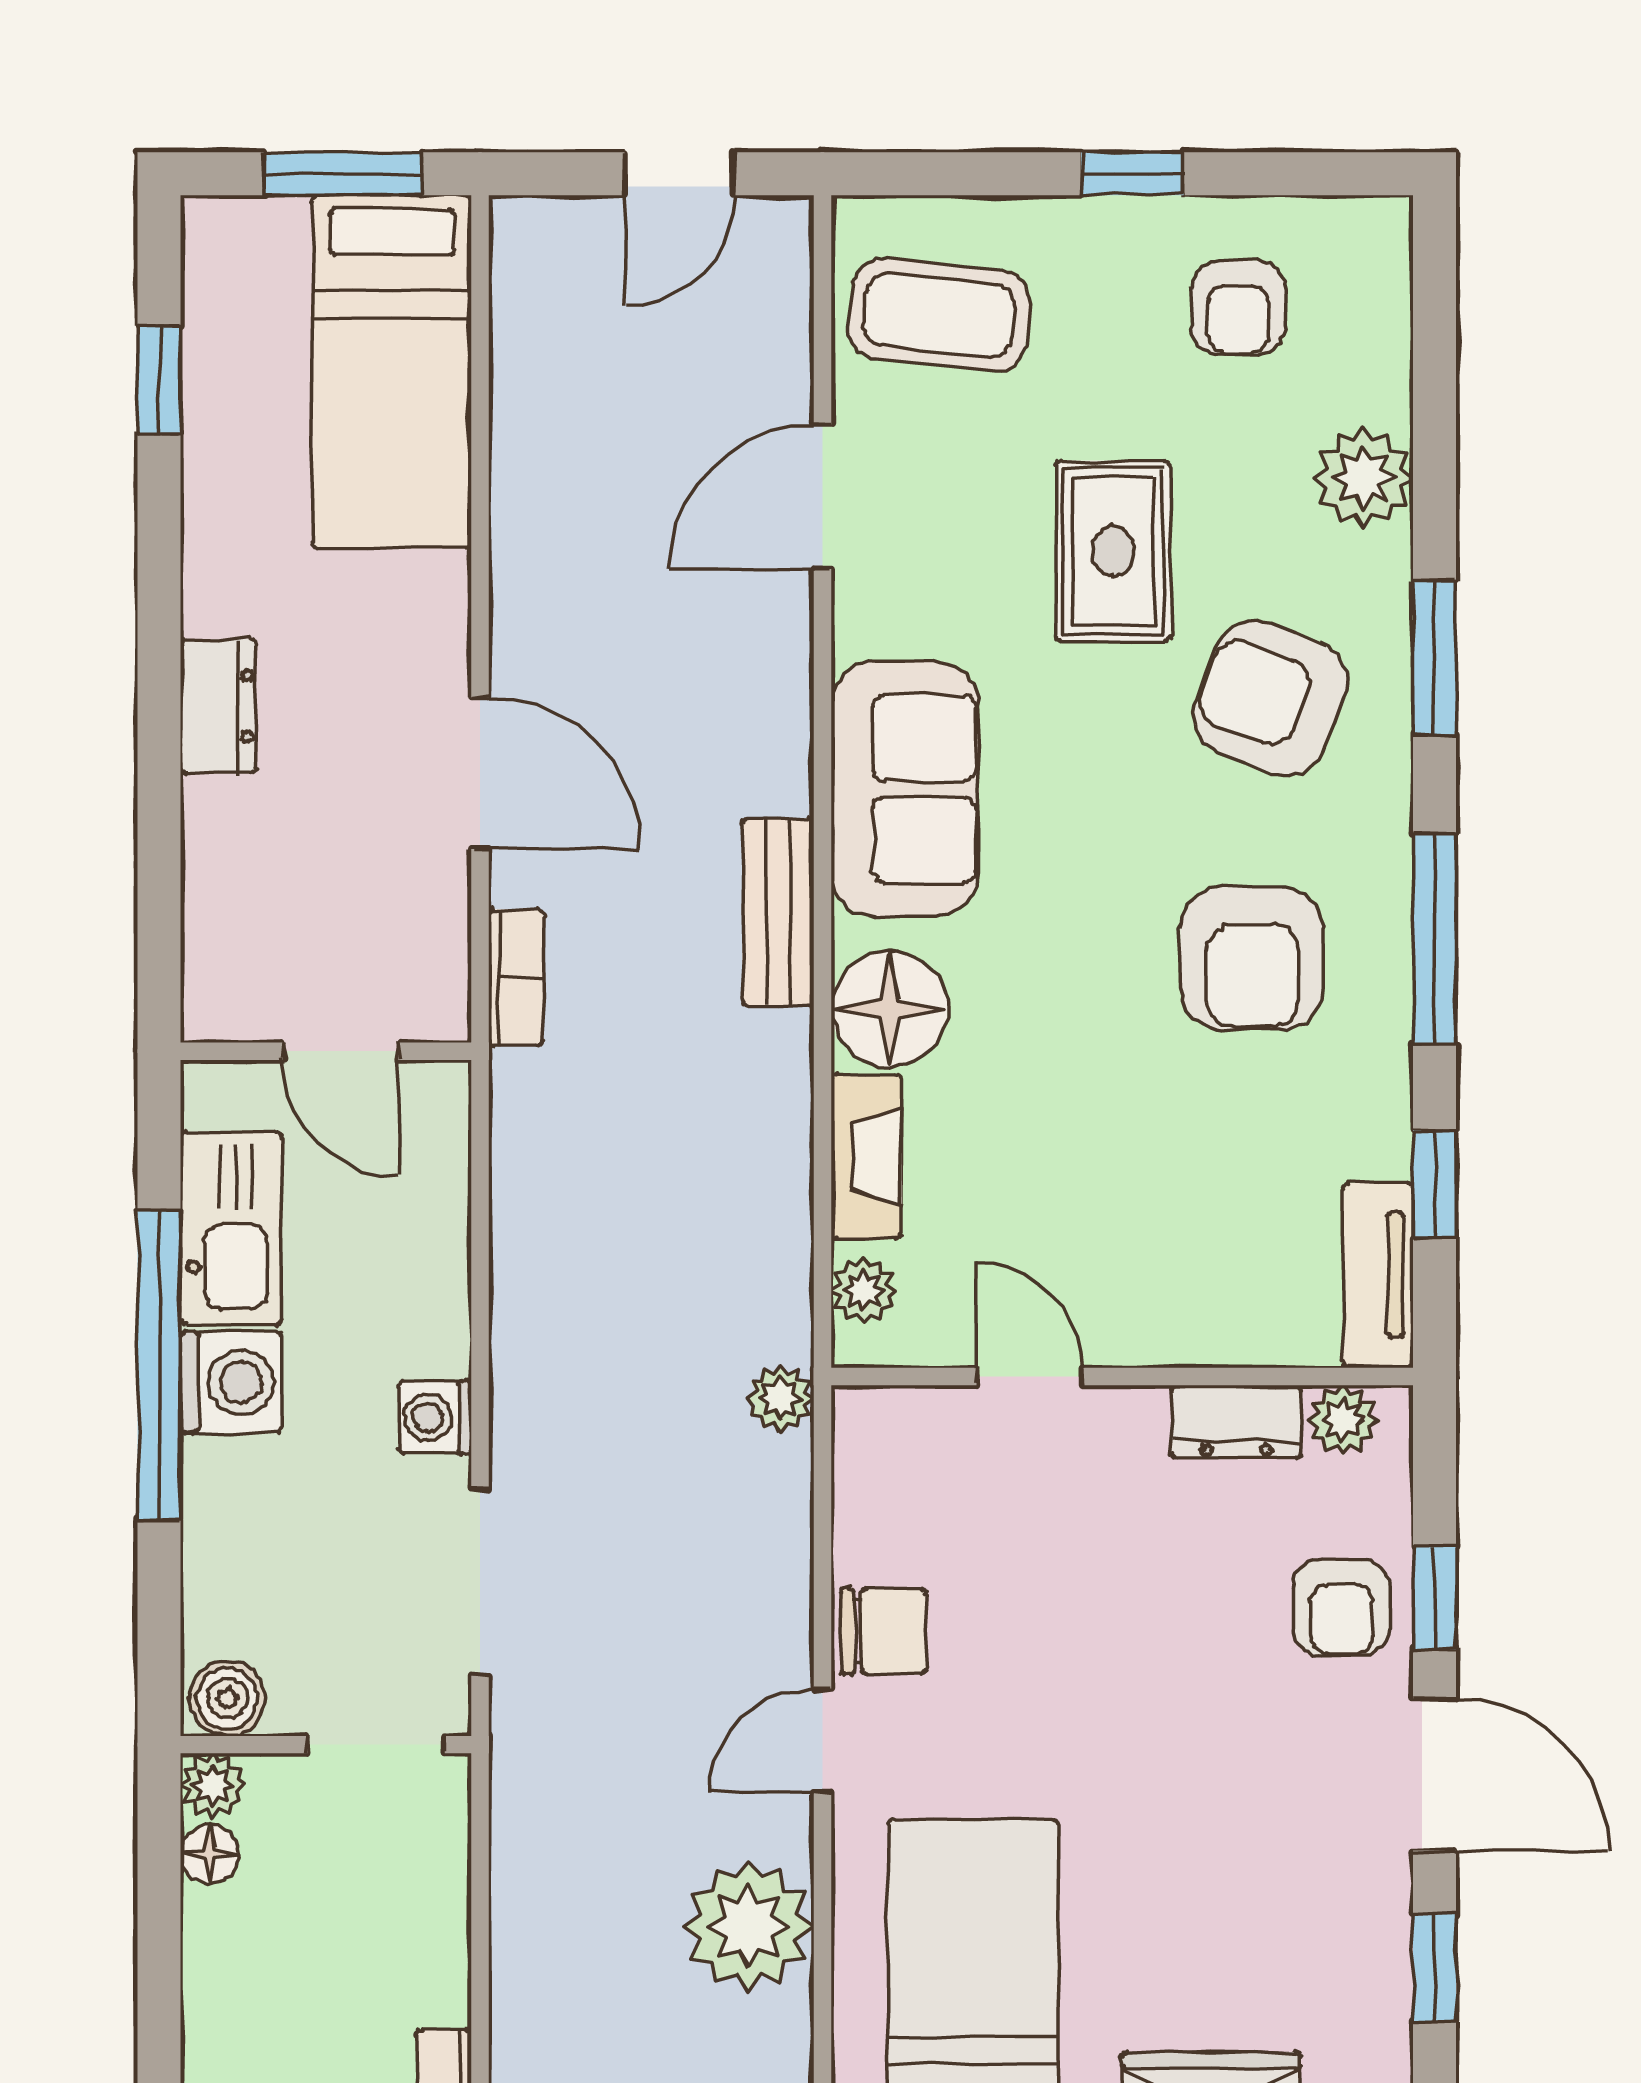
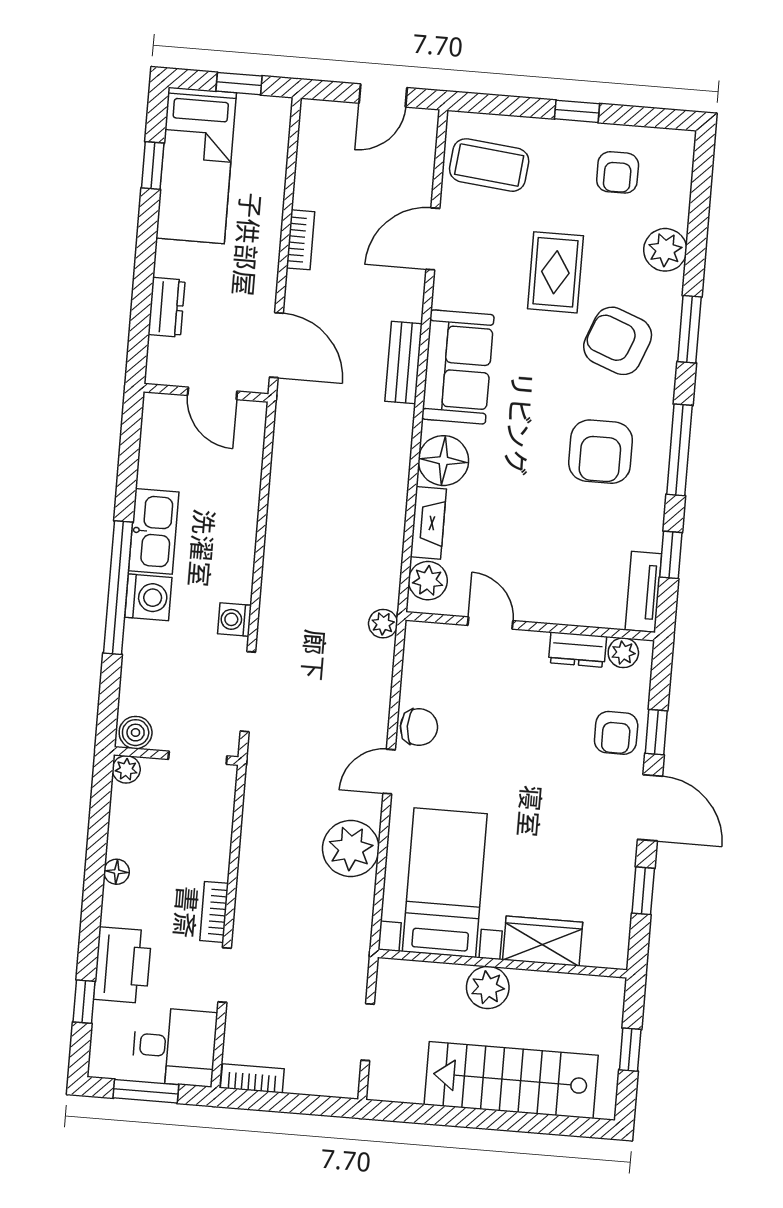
window: (343, 174) -> (239, 84), width x0.67
bed: (392, 372) -> (196, 165), moved
bench: (778, 912) -> (404, 363), moved
bookcase: (516, 978) -> (301, 240), moved
wall: (326, 1051) -> (206, 393), moved
door: (341, 1051) -> (212, 393), moved
plant: (864, 1290) -> (428, 581), width x1.38, depth x1.38
floor lamp: (210, 1854) -> (117, 872), moved

